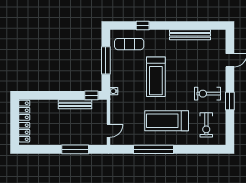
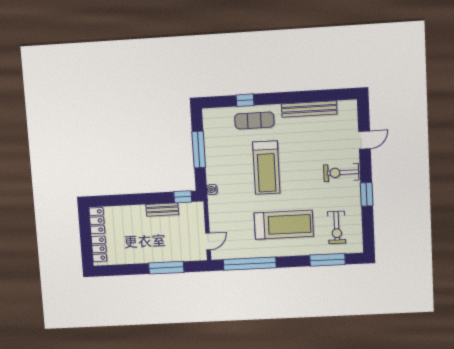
exercise mat: (129, 44) -> (254, 120), moved
exercise bike: (207, 94) -> (341, 173), moved
bench: (75, 104) -> (162, 209), width x0.73
treadmill: (167, 121) -> (284, 225), turned 180
window: (154, 149) -> (250, 264), moved
window: (198, 149) -> (327, 260), added

